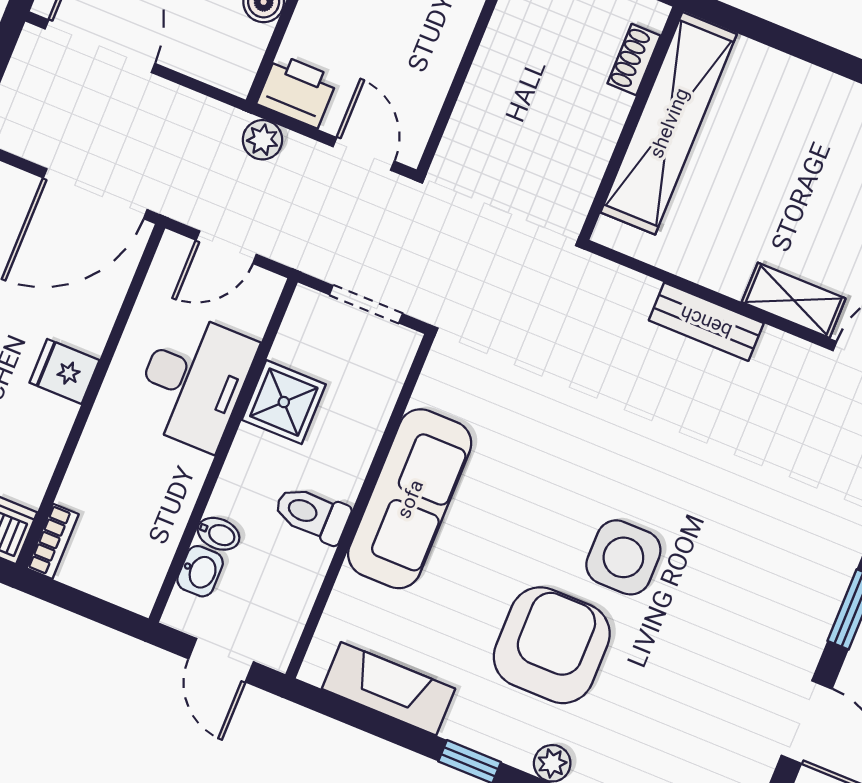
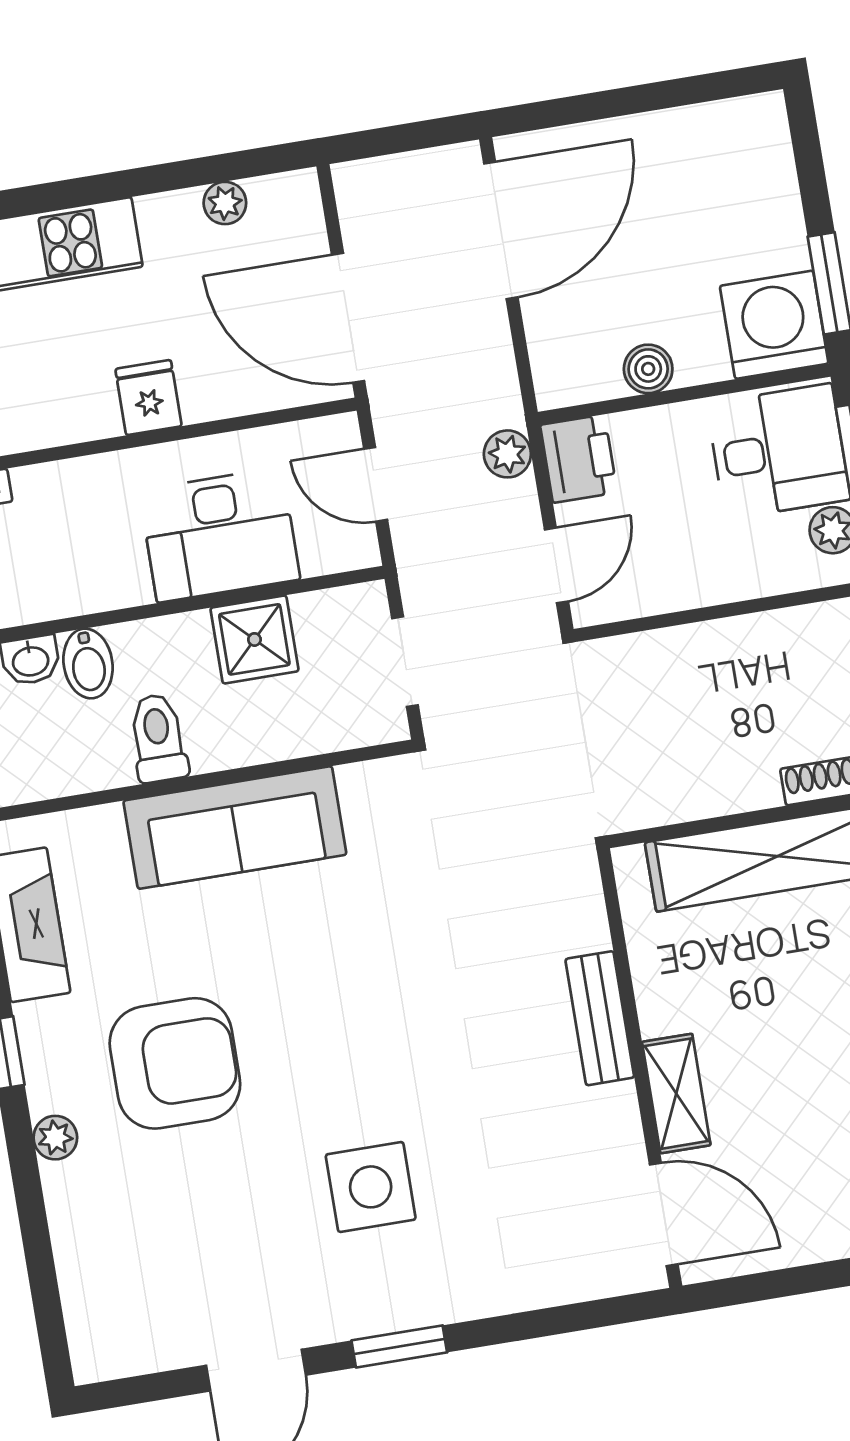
bidet: (219, 534) -> (88, 664), width x1.38, depth x1.36
side table: (623, 557) -> (371, 1187), moved

